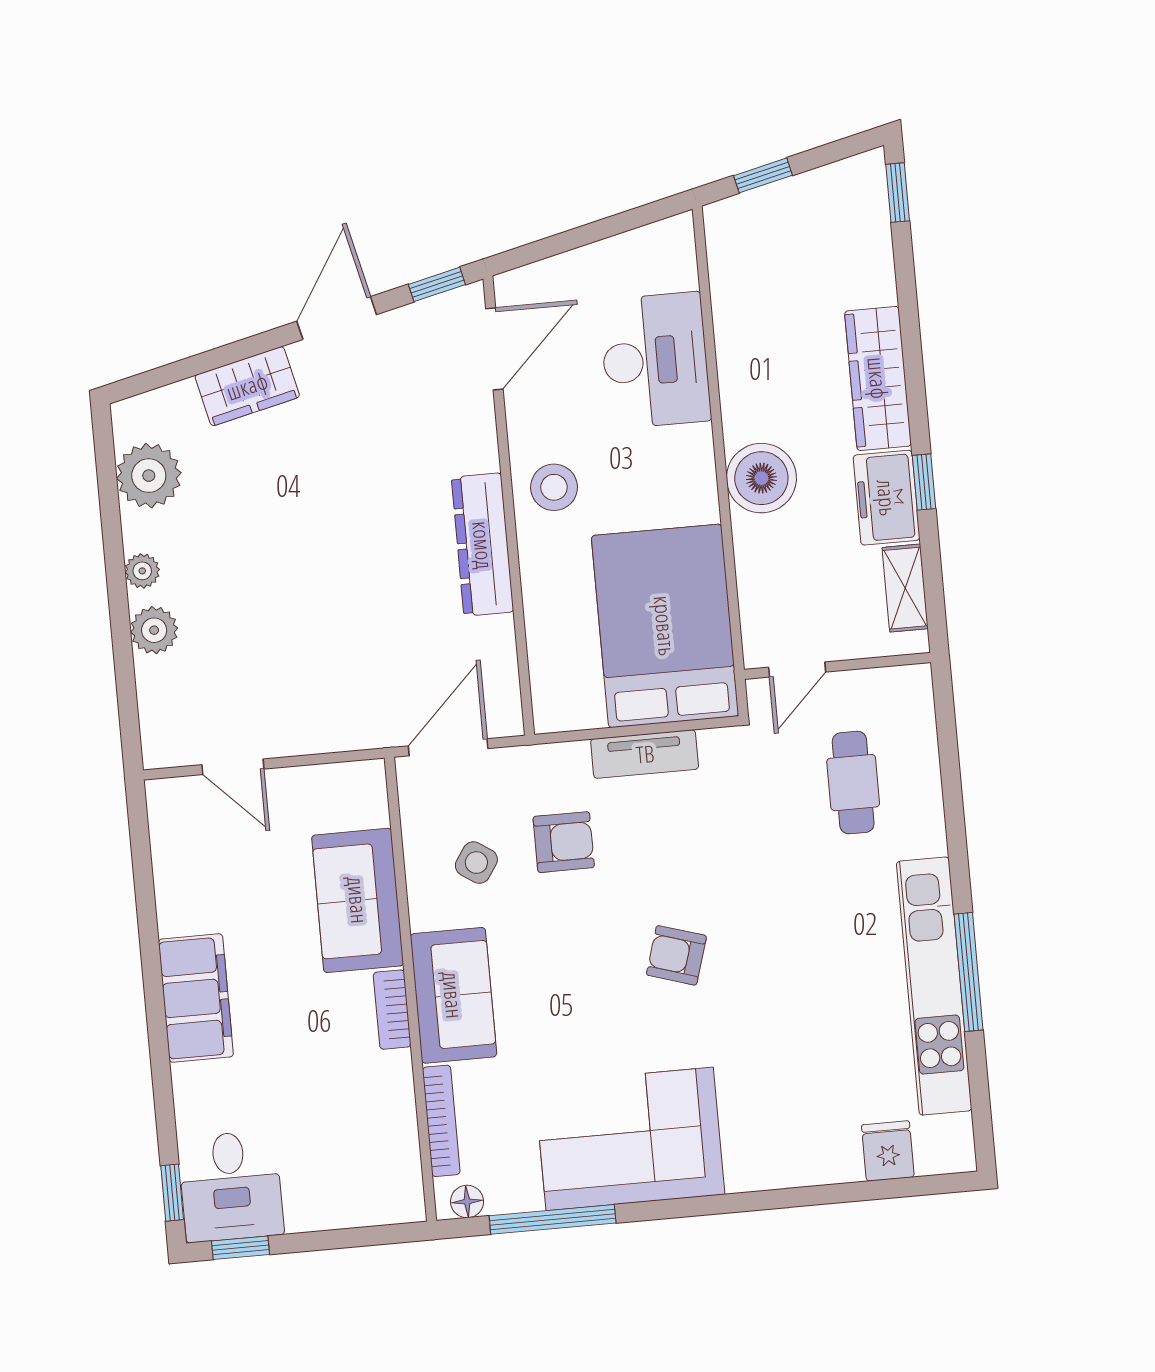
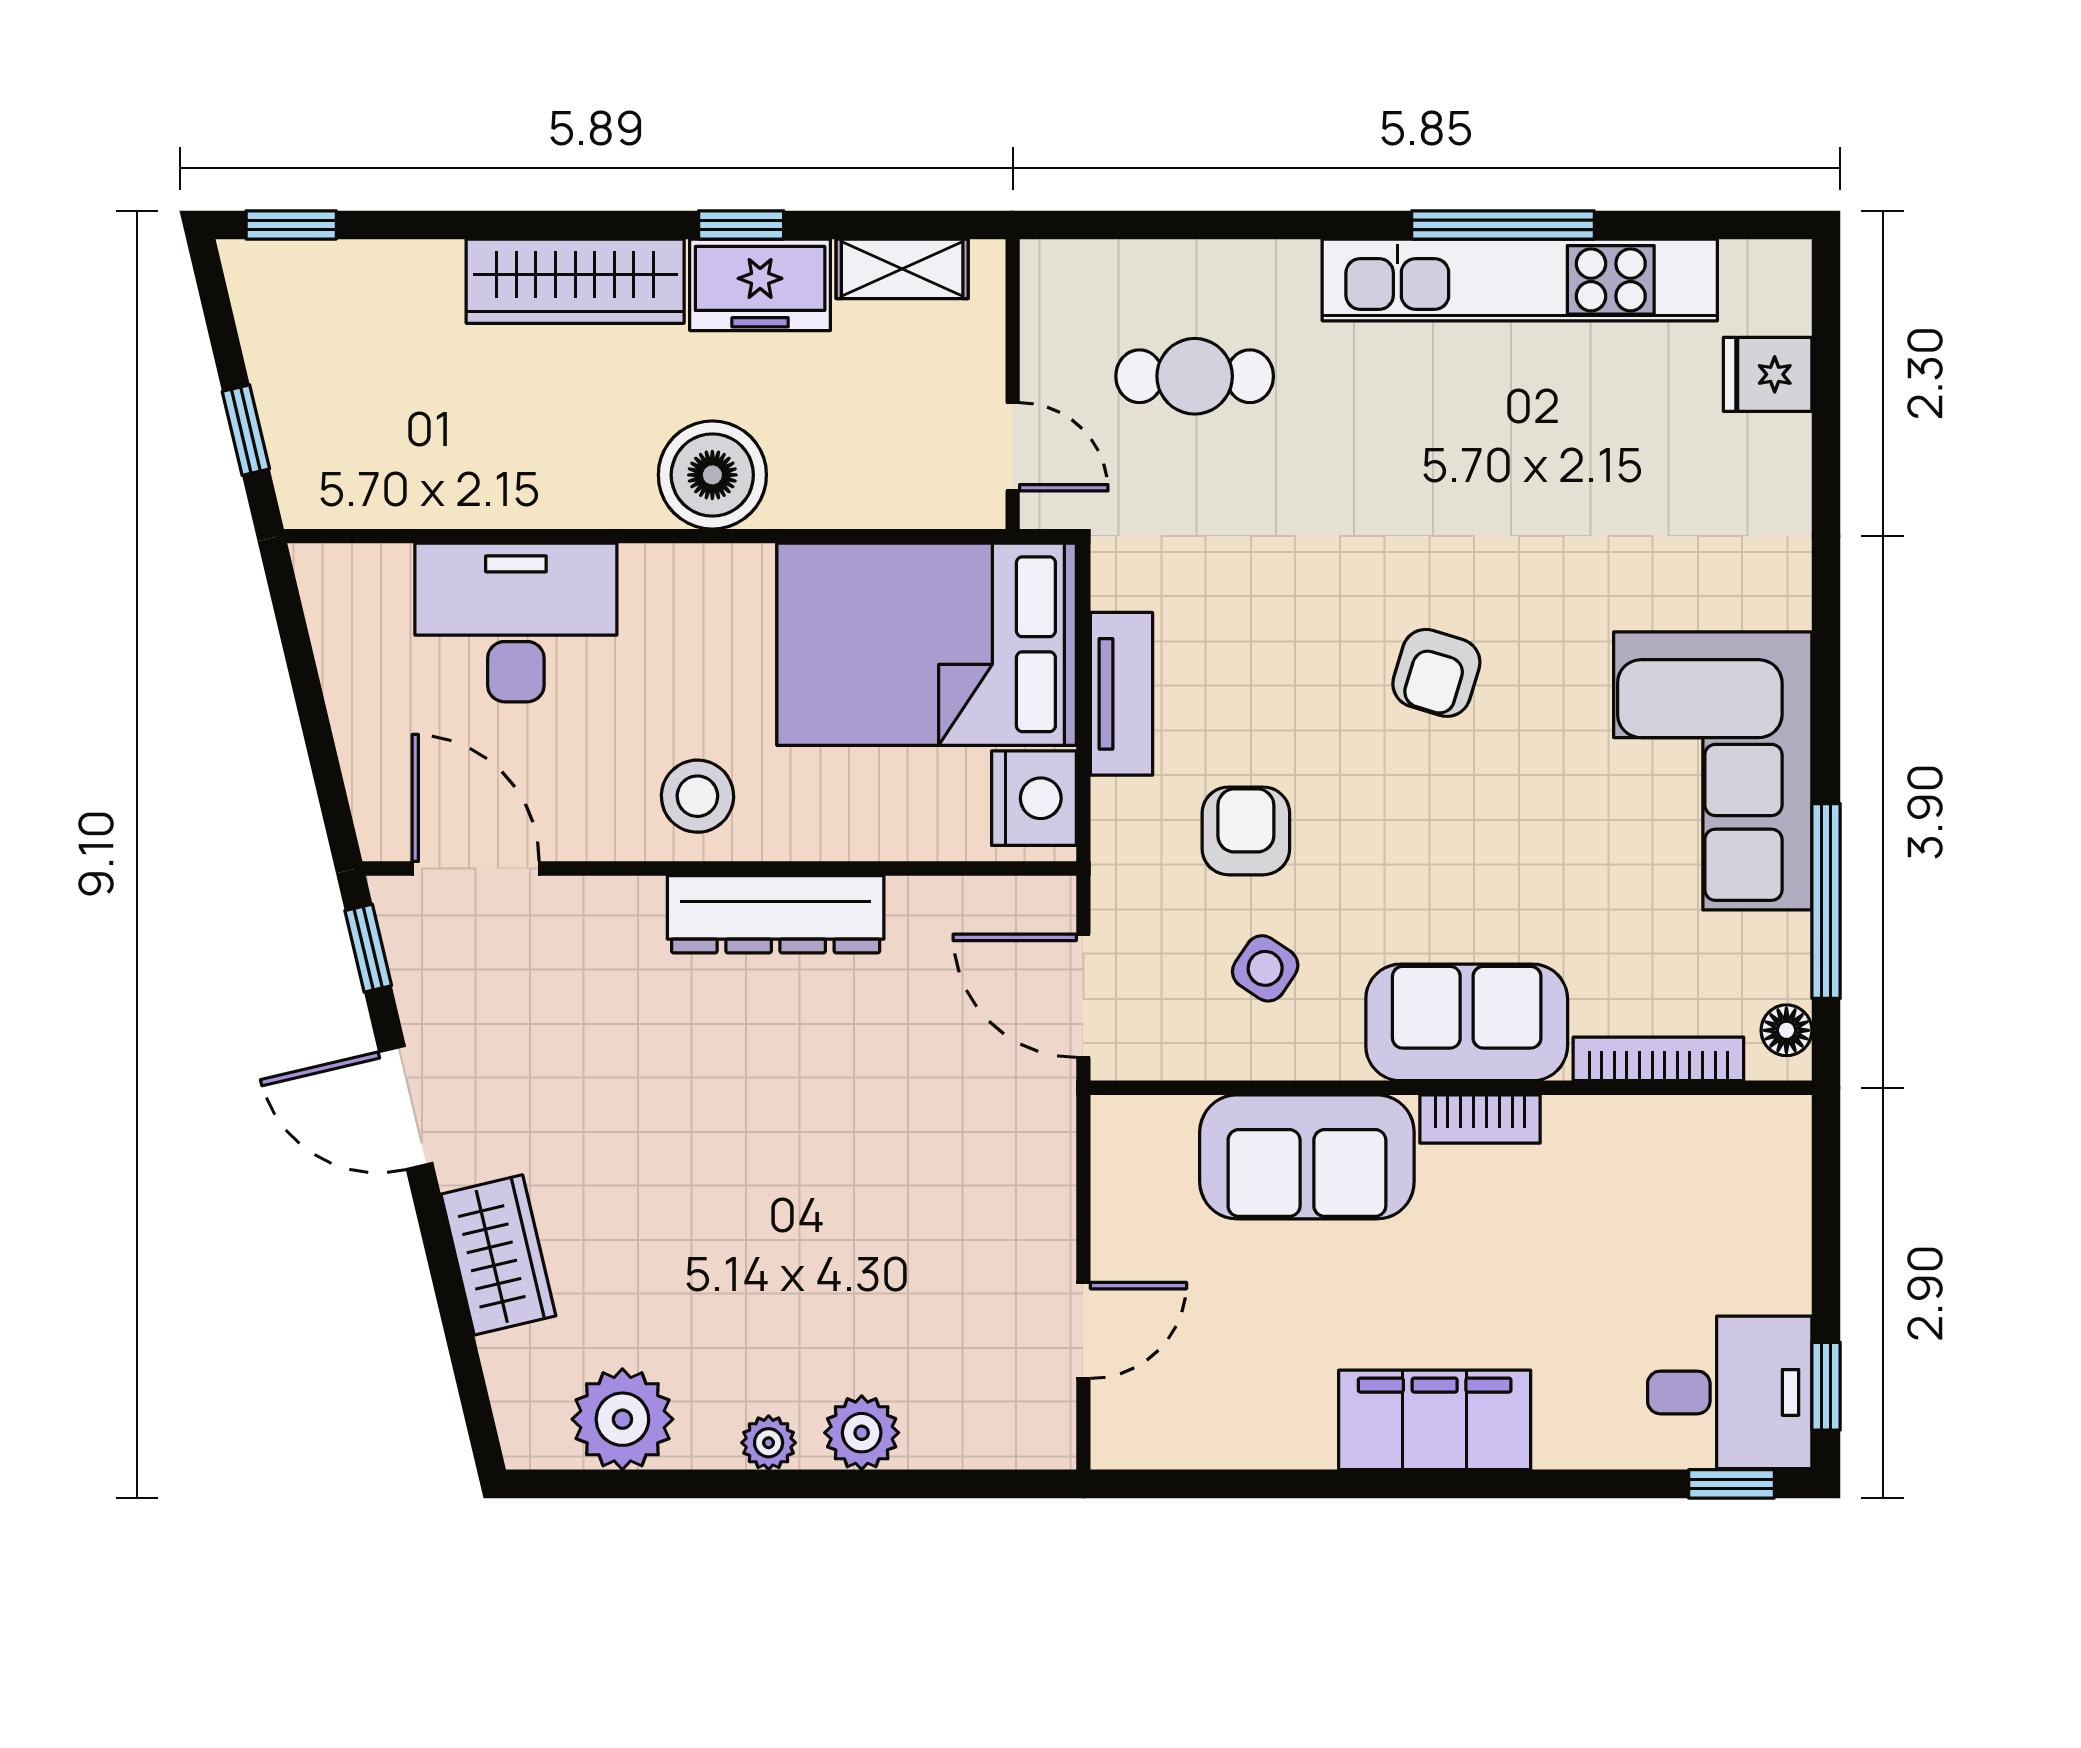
nightstand: (572, 704) -> (1034, 798), added

